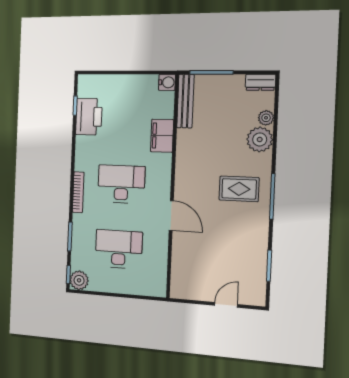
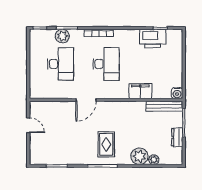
dresser: (260, 82) -> (177, 137), moved
plant: (79, 280) -> (62, 36), moved
door: (226, 305) -> (28, 125), moved

